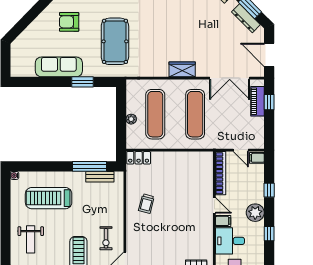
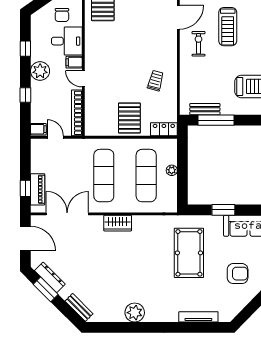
pallet: (171, 168) -> (129, 118), added

